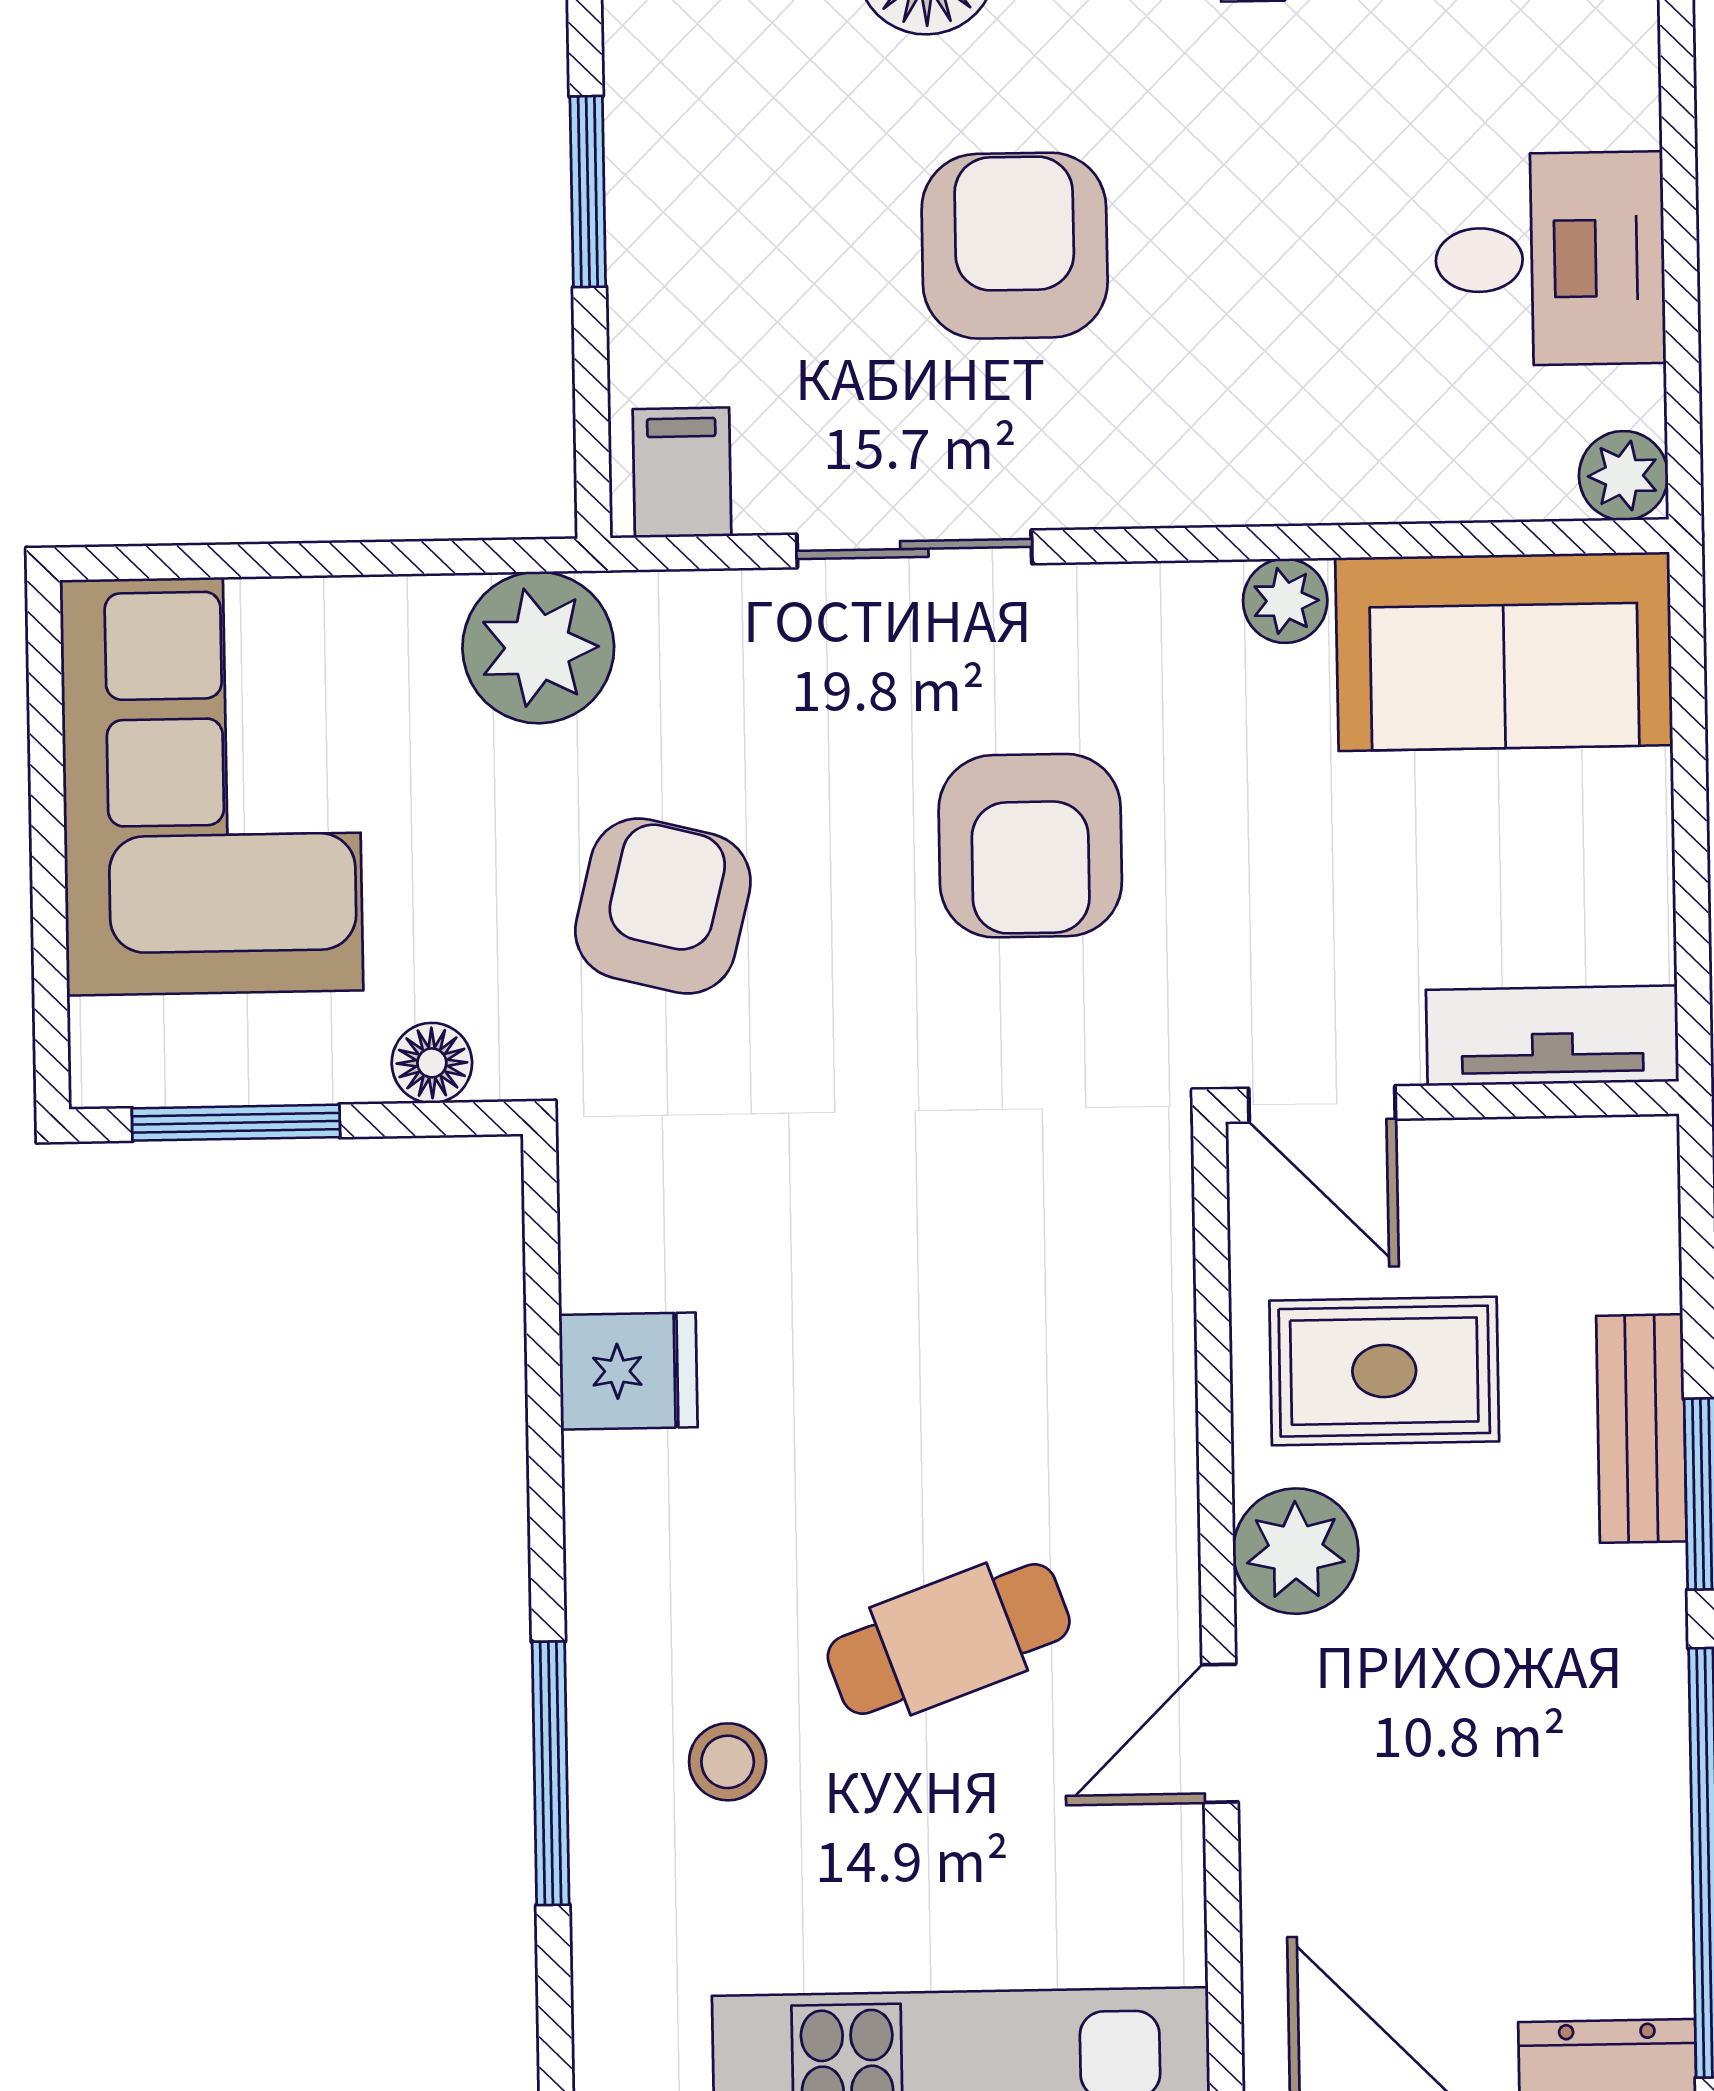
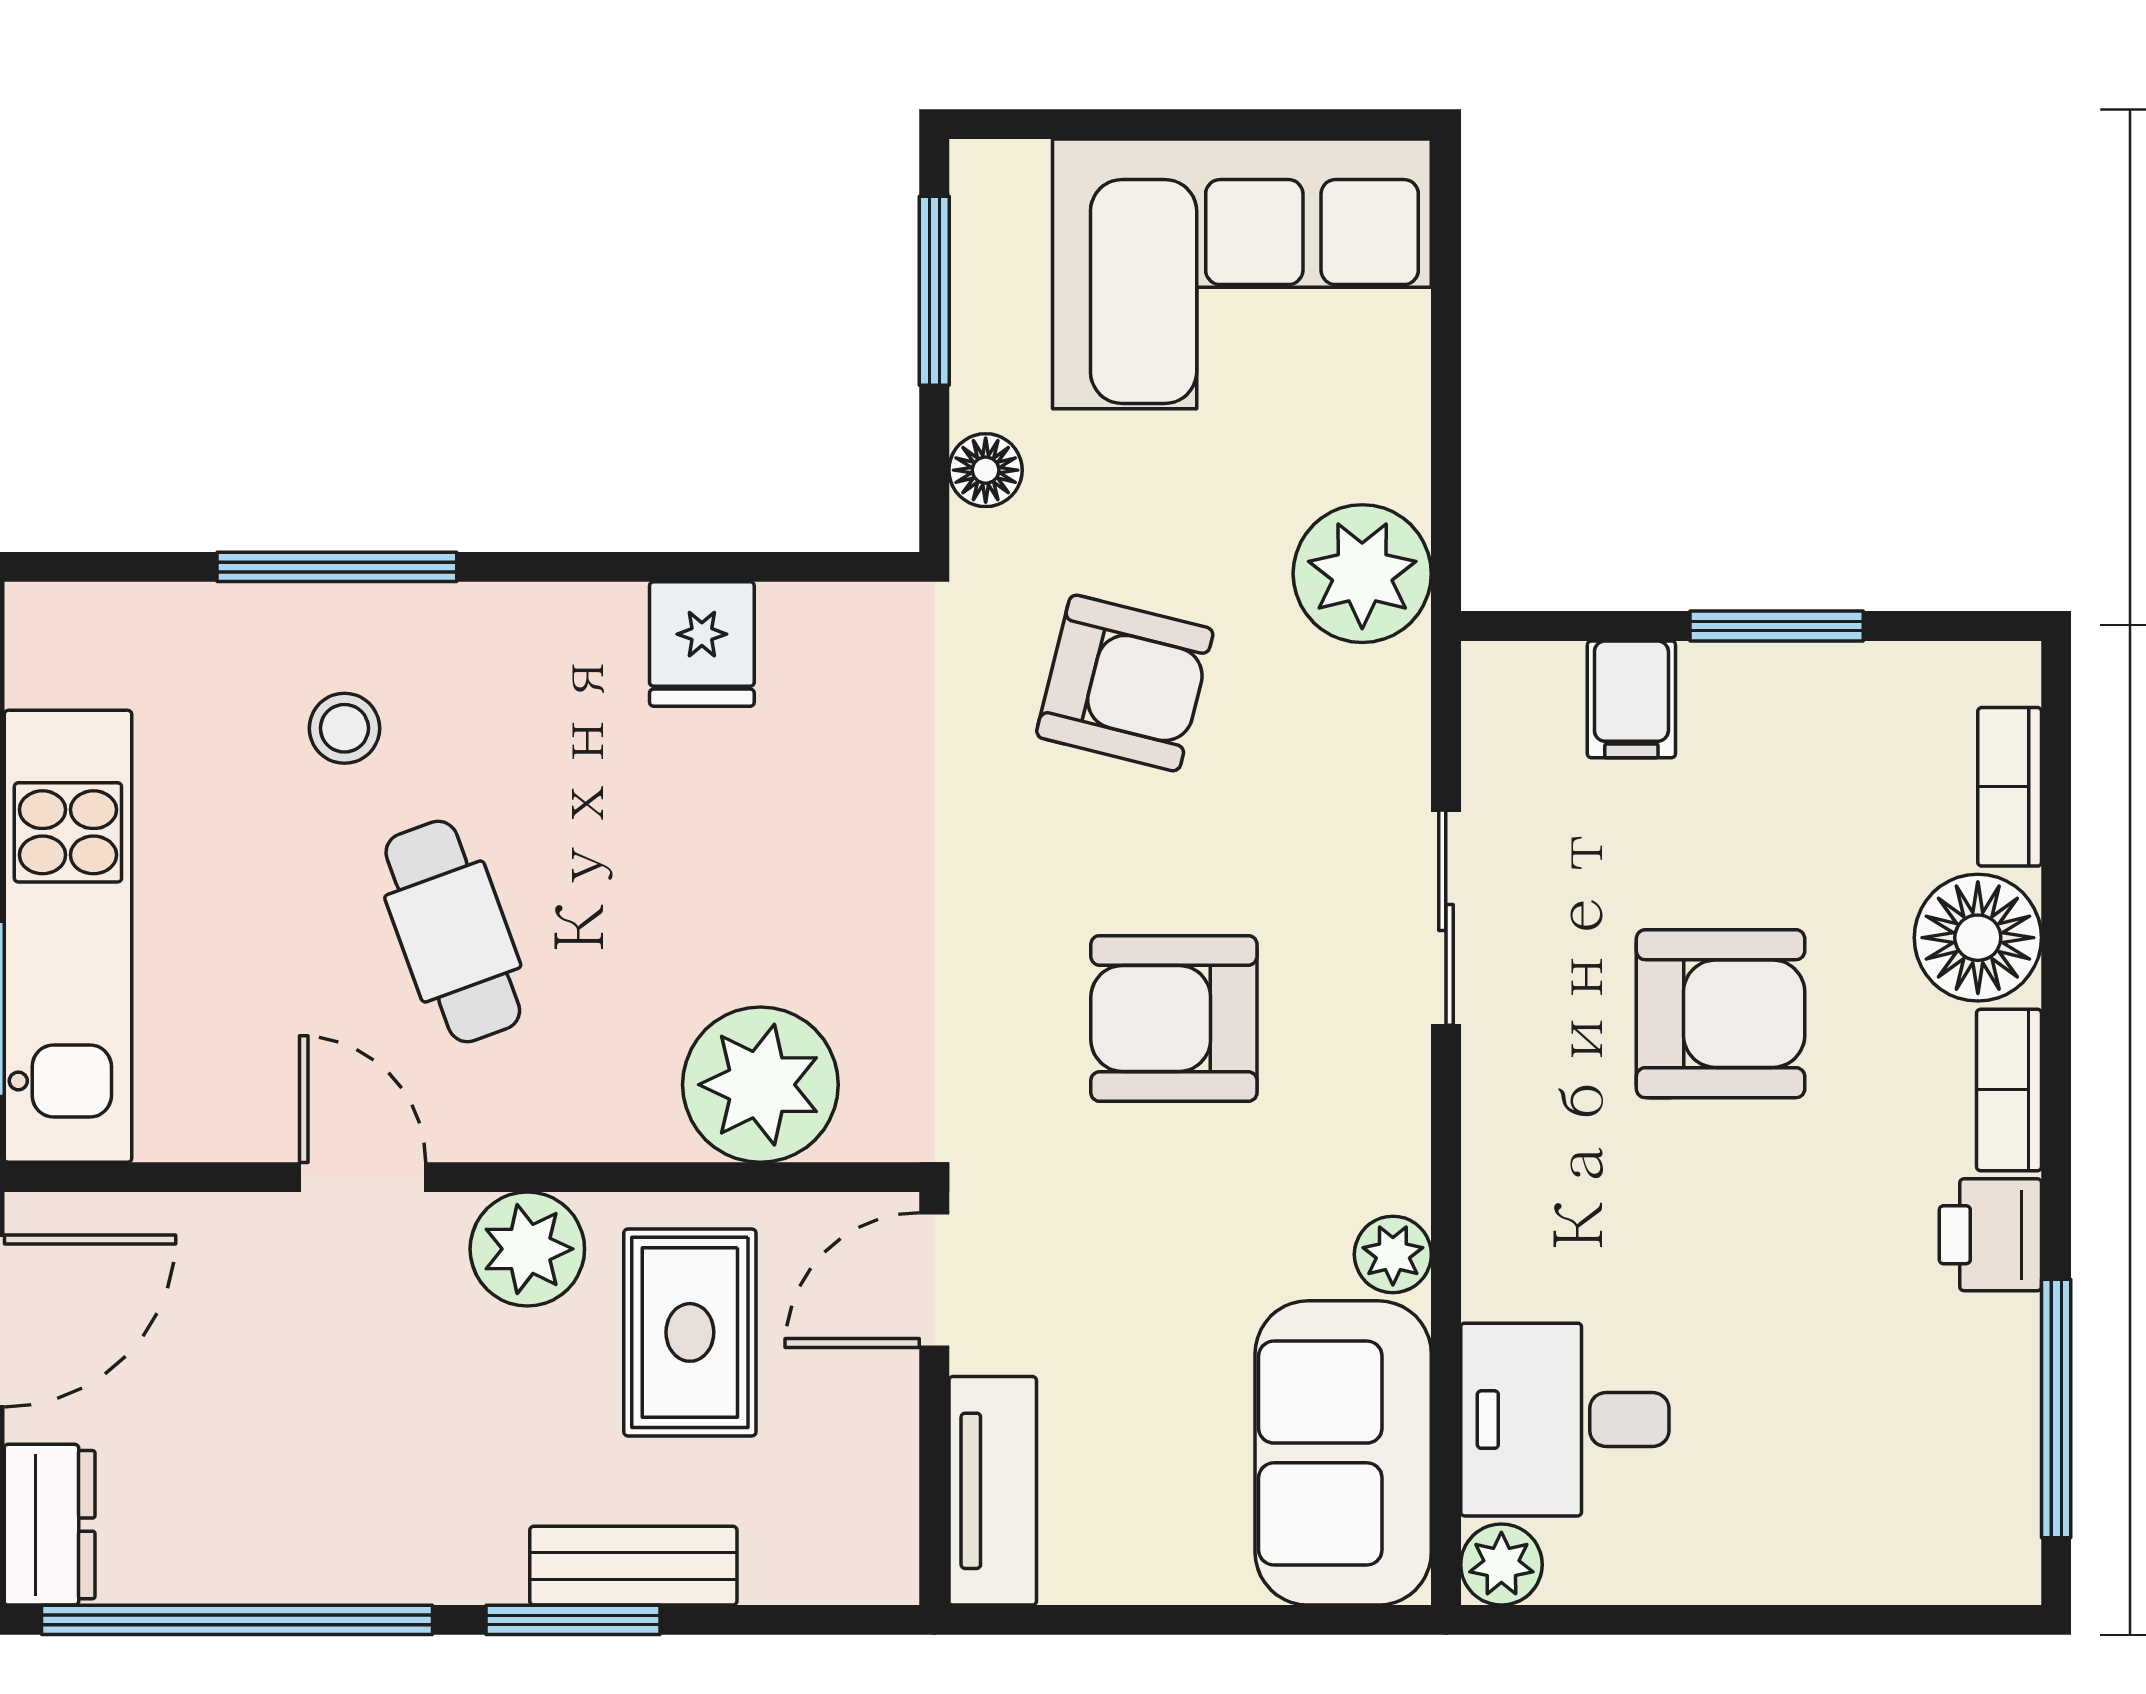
desk: (1550, 259) -> (1565, 1420), moved, turned 90
filing cabinet: (682, 472) -> (1631, 699), moved, turned 90
plant: (1111, 1298) -> (760, 1085), added

